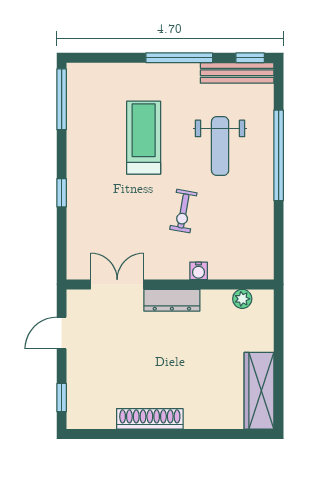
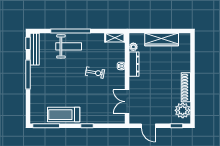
treadmill: (144, 138) -> (64, 115), moved
weight bench: (220, 146) -> (69, 46), moved
shelving: (263, 257) -> (115, 38), added
dresser: (172, 300) -> (134, 64), moved
wardrobe: (259, 391) -> (162, 39), moved
plant: (97, 411) -> (183, 110), added

